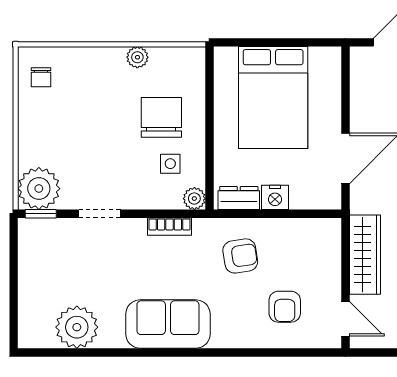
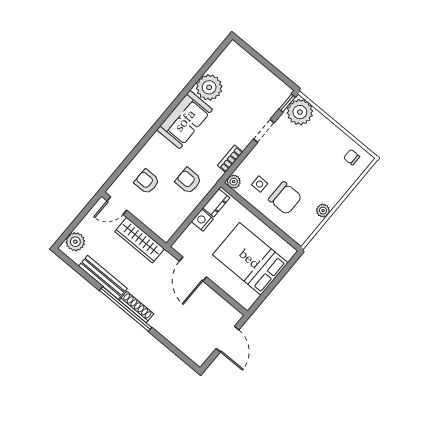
armchair: (240, 256) -> (188, 181), turned 99
plant: (77, 327) -> (209, 87), moved

